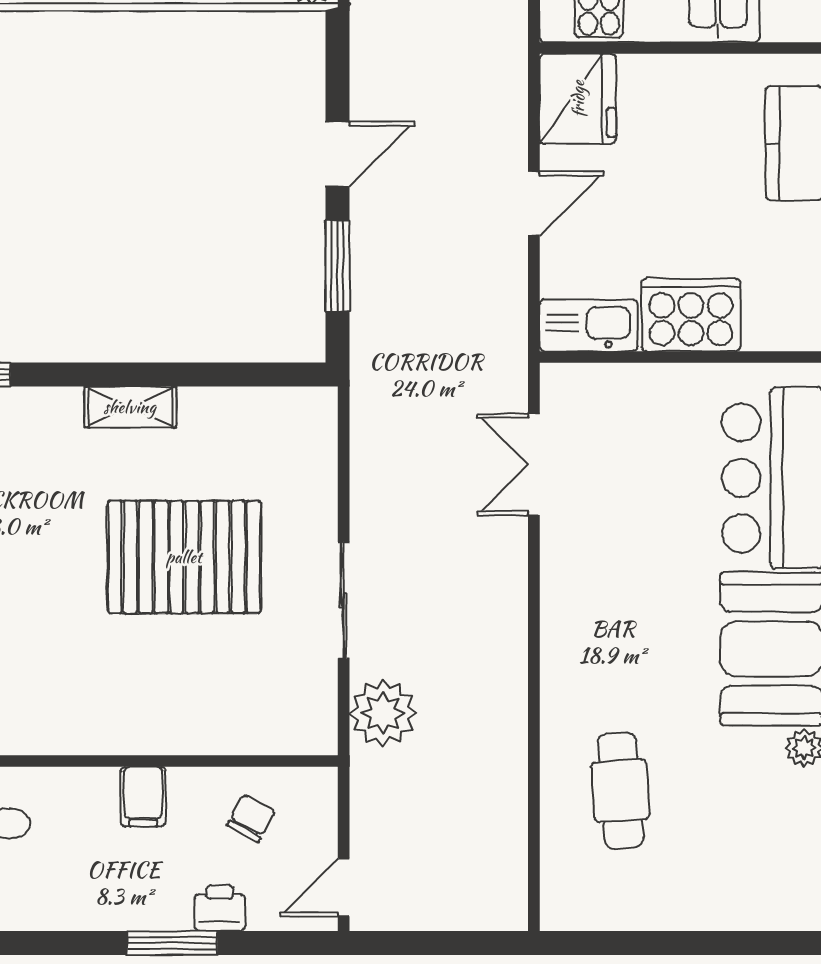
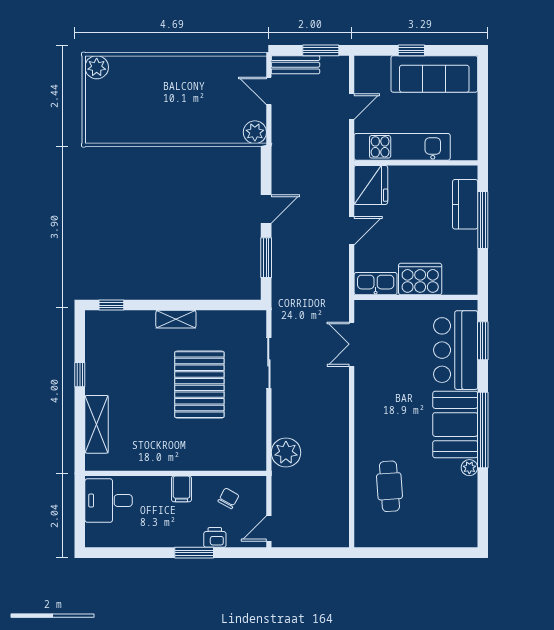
pallet: (184, 557) -> (199, 385), turned 90
sliding door: (344, 600) -> (269, 363), moved

